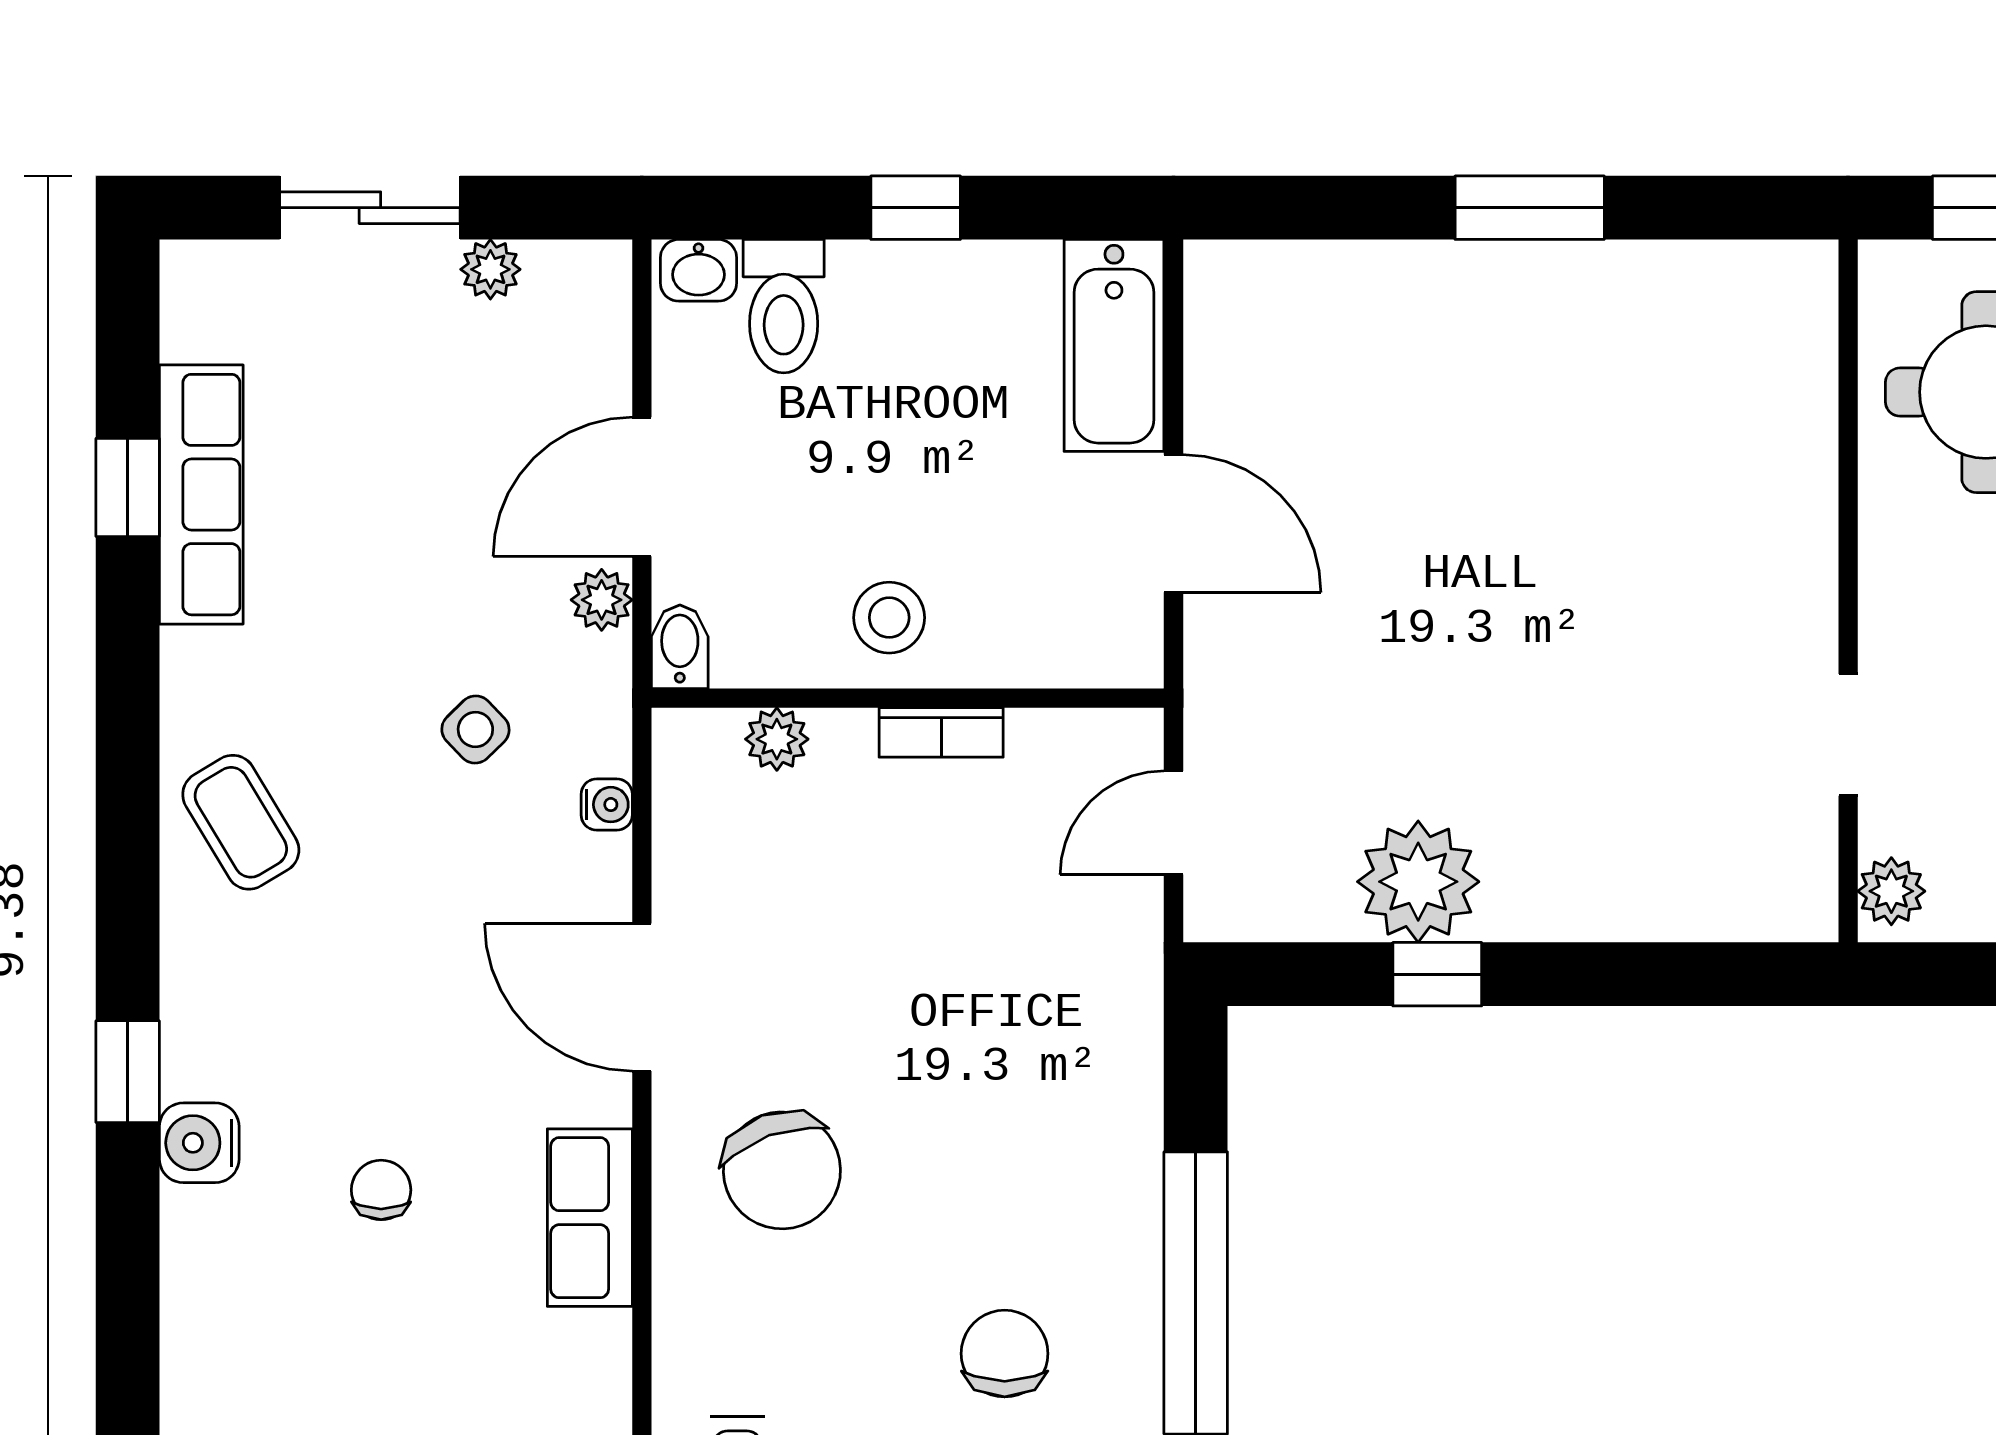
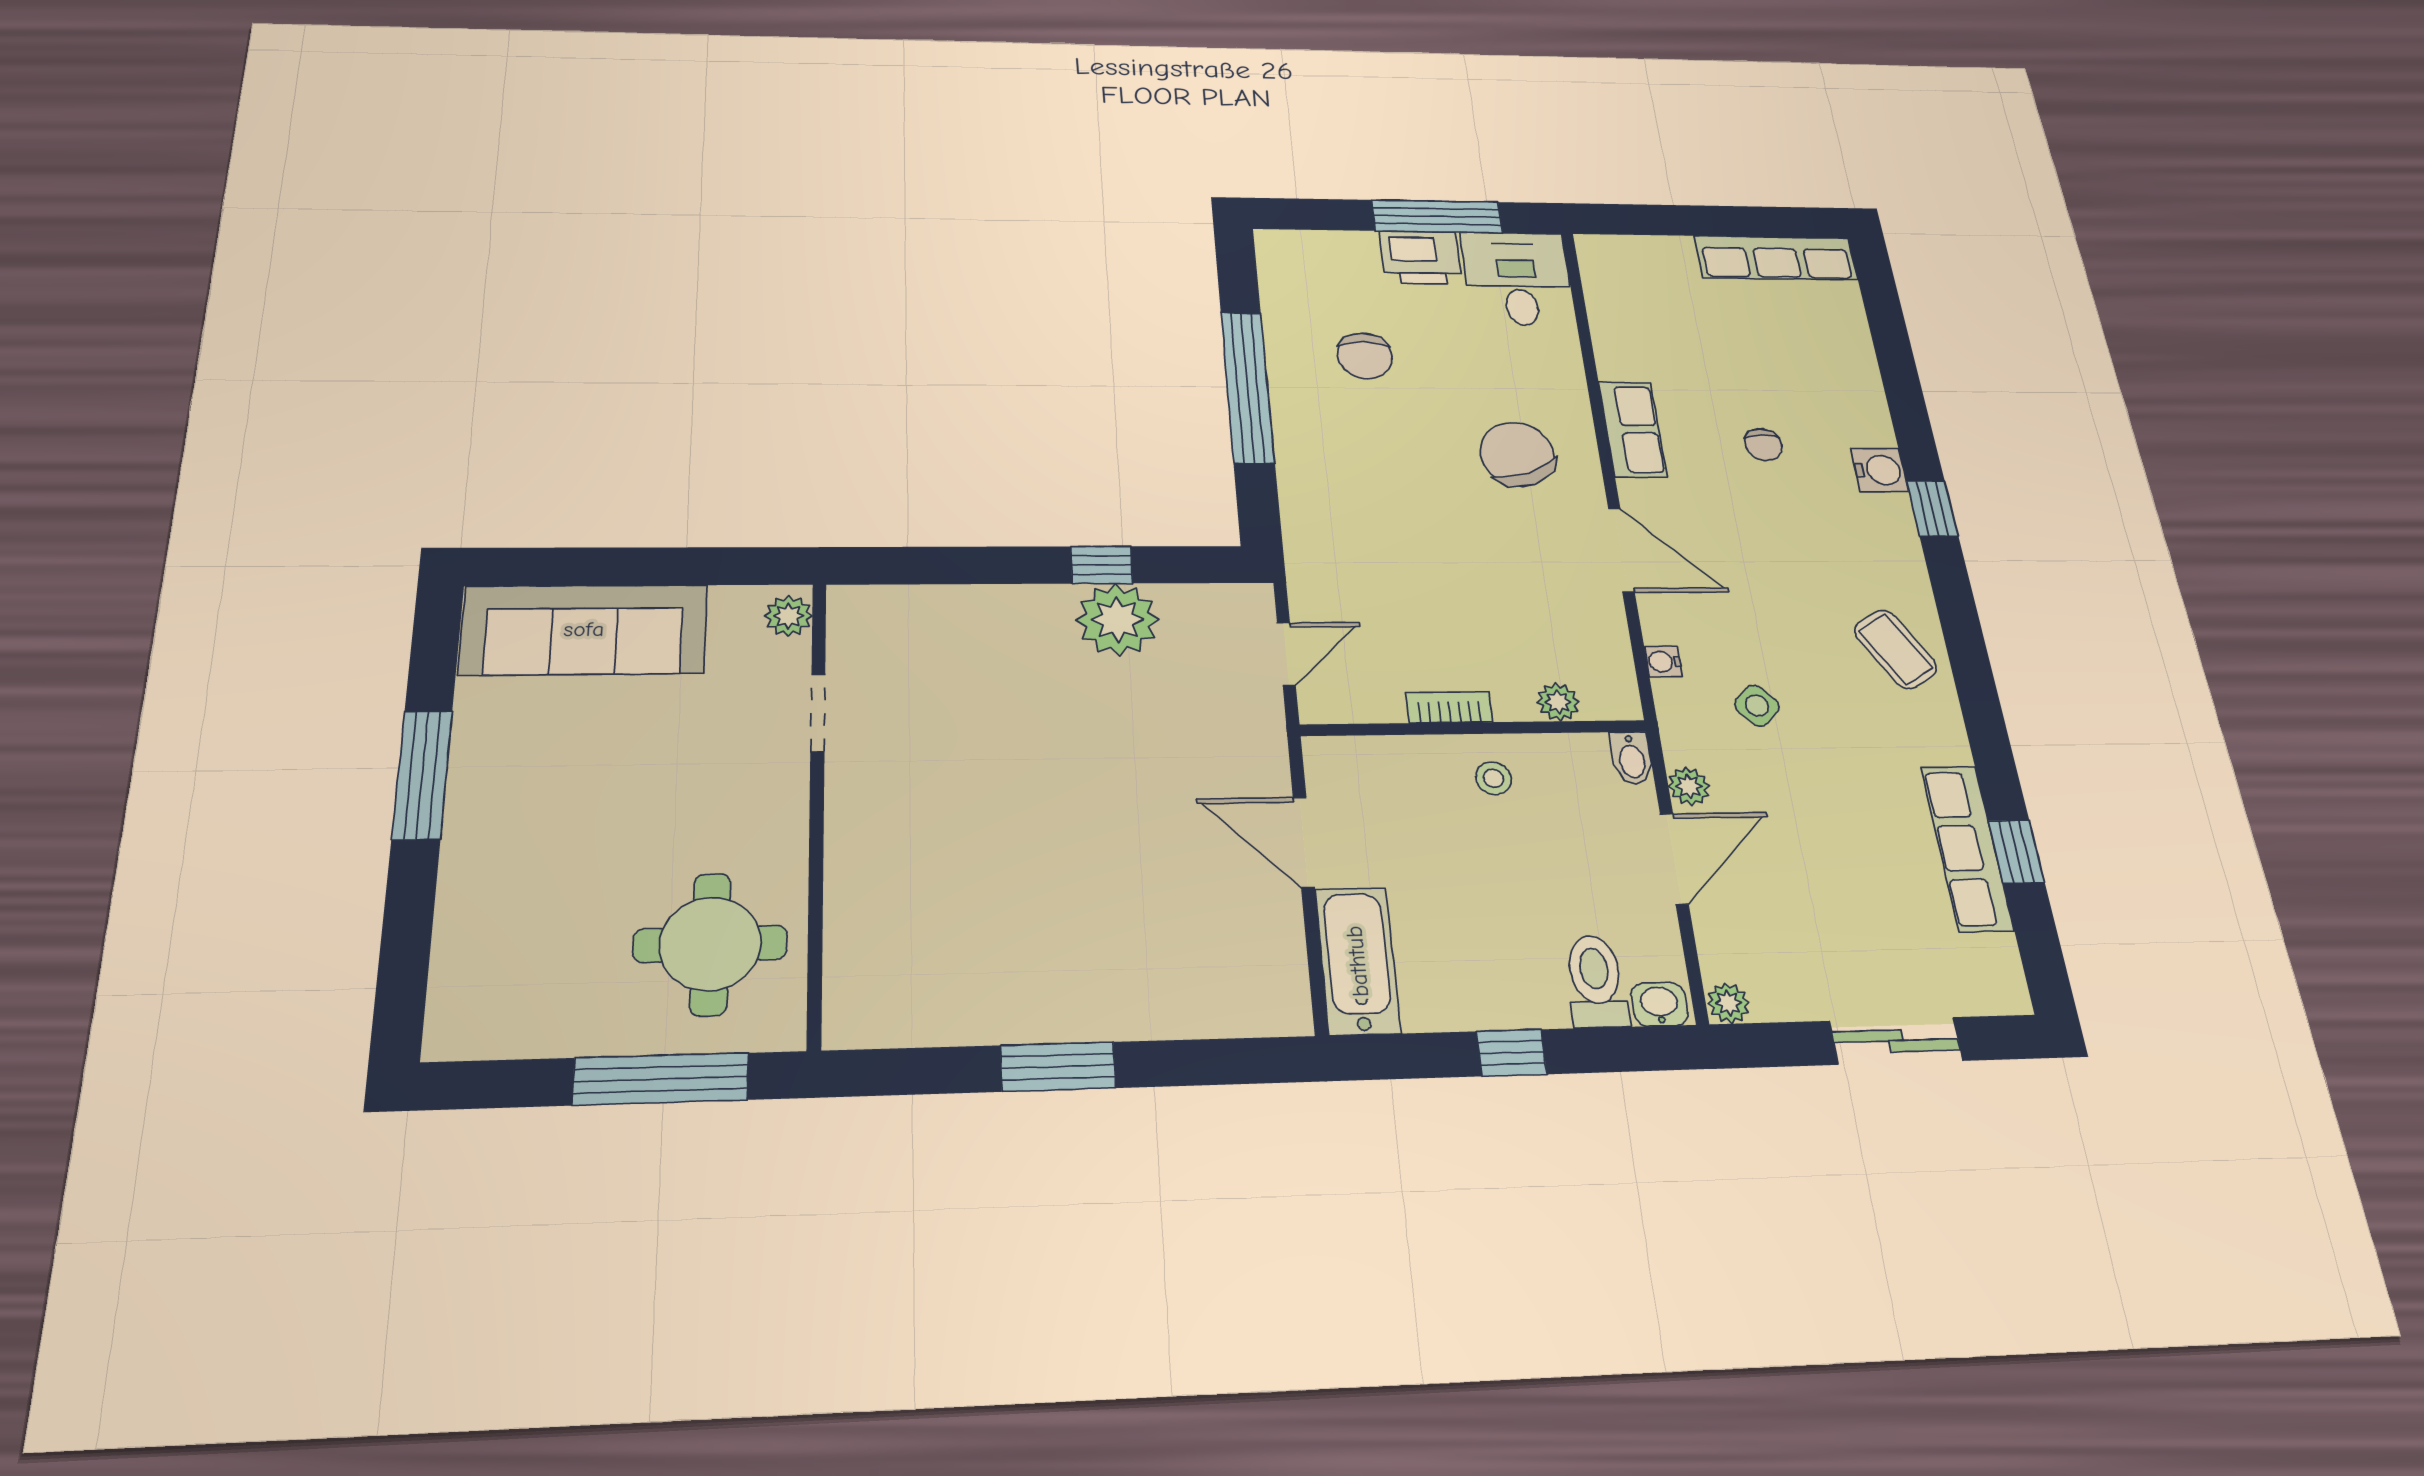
plant: (490, 269) -> (1728, 1003), moved
stool: (889, 618) -> (1494, 778), width x0.73, depth x0.73

